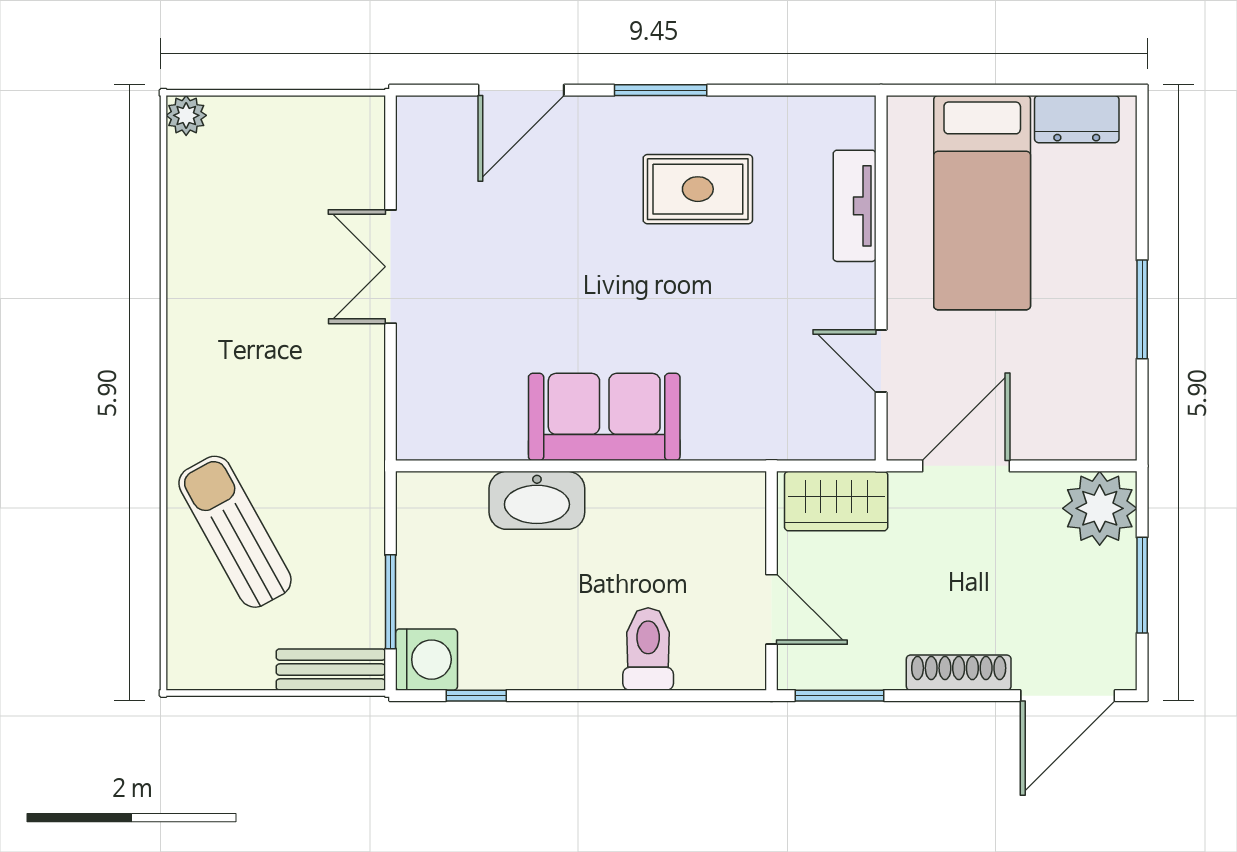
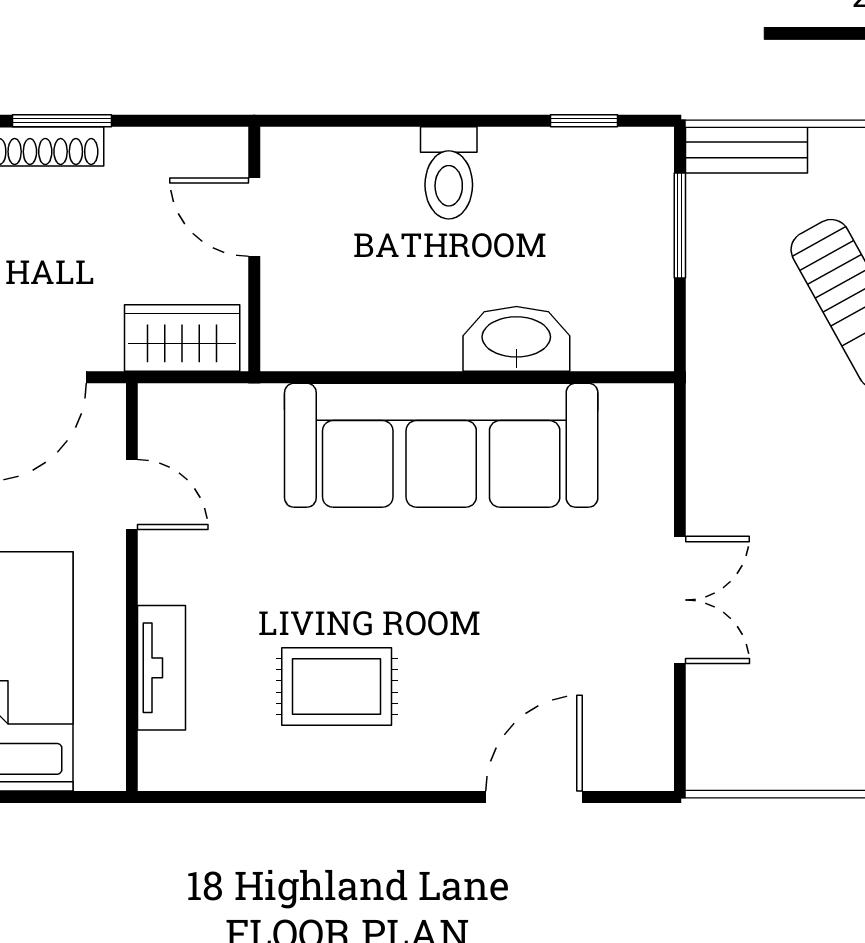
window: (661, 90) -> (378, 797), removed
sofa: (604, 417) -> (441, 445), width x1.85, depth x1.27
toilet: (648, 649) -> (449, 173), moved
washing machine: (427, 660) -> (640, 161), removed
window: (839, 696) -> (62, 121), moved

